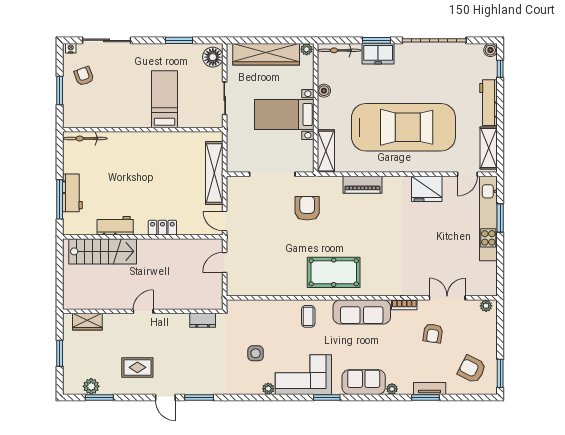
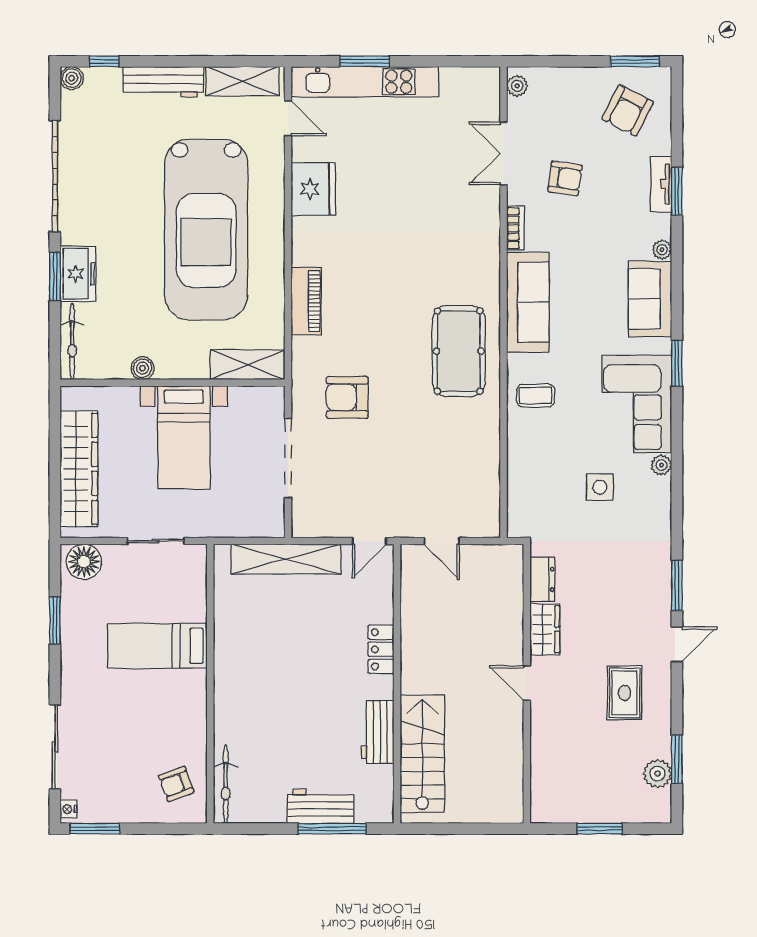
plant: (307, 49) -> (70, 398), removed
armchair: (84, 76) -> (176, 784), moved
window: (60, 91) -> (95, 829), moved
car: (403, 127) -> (206, 230), turned 180
wardrobe: (87, 322) -> (545, 629), moved

